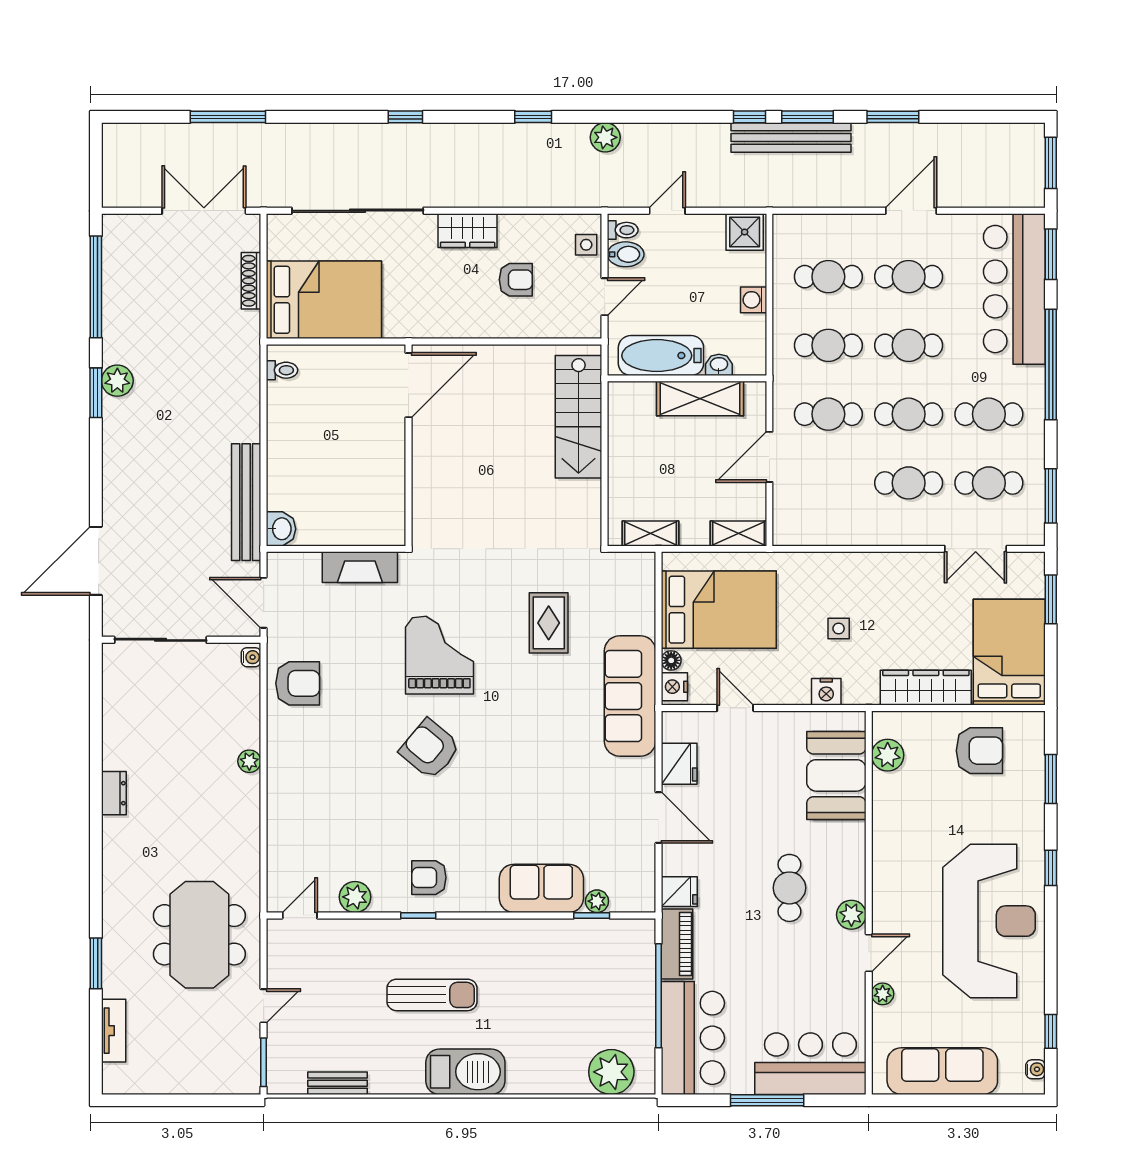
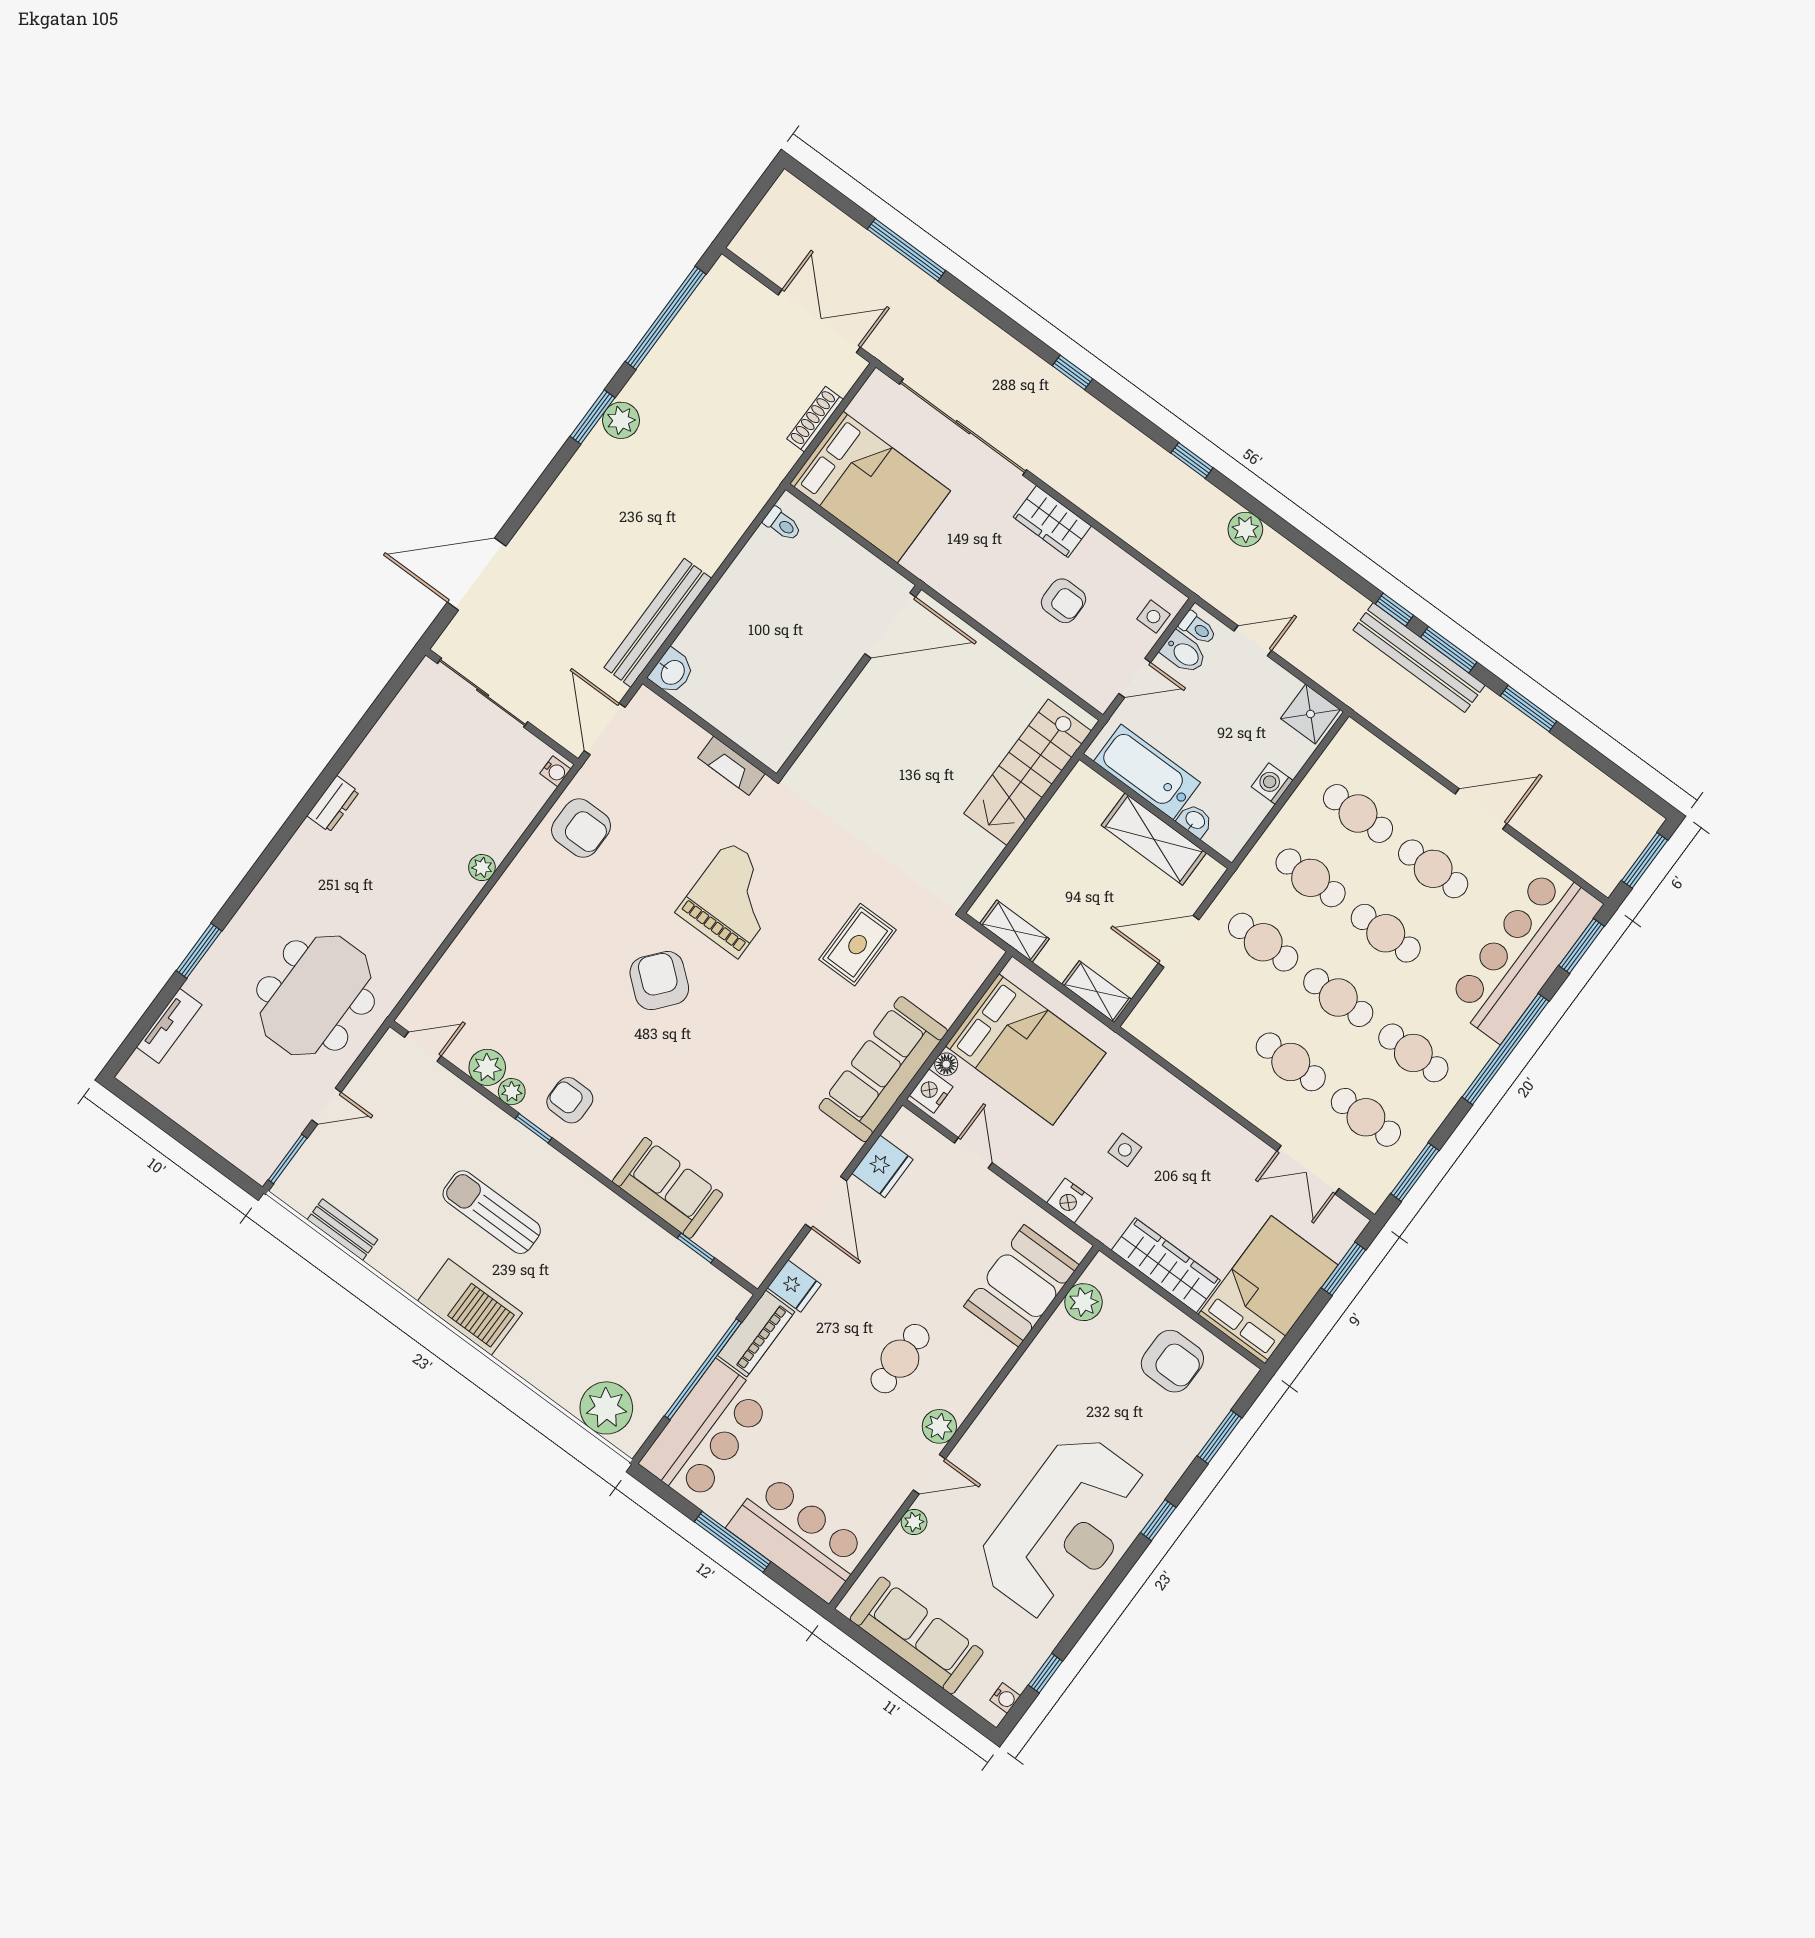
fireplace: (360, 567) -> (731, 766), width x0.73, depth x0.76
plant: (597, 901) -> (512, 1092), moved
sun lounger: (432, 995) -> (492, 1212), turned 180

